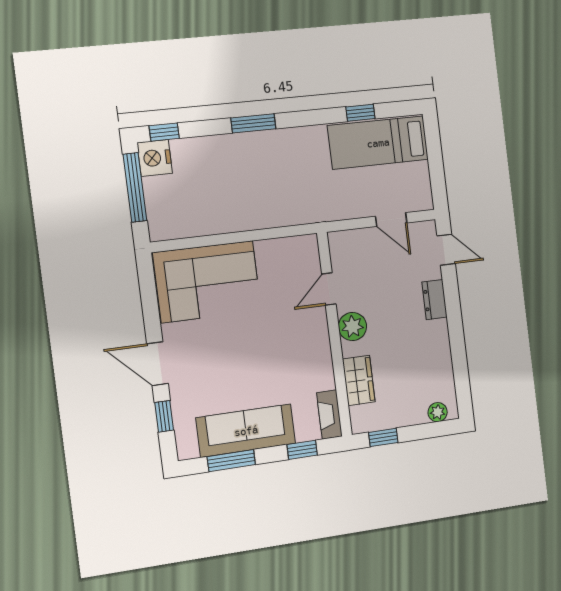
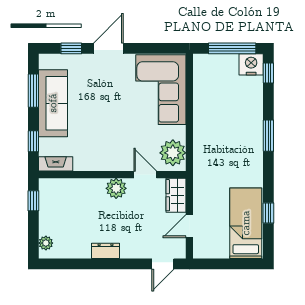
plant: (294, 254) -> (173, 153), added
dresser: (435, 300) -> (106, 251), moved
wardrobe: (359, 380) -> (176, 195), moved, turned 90

